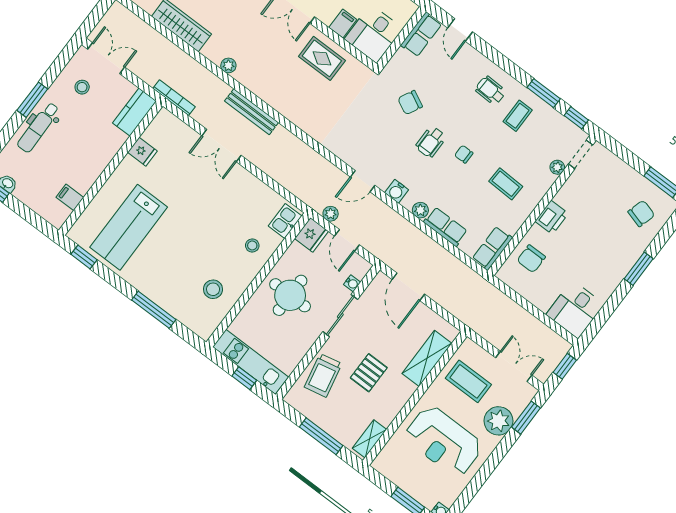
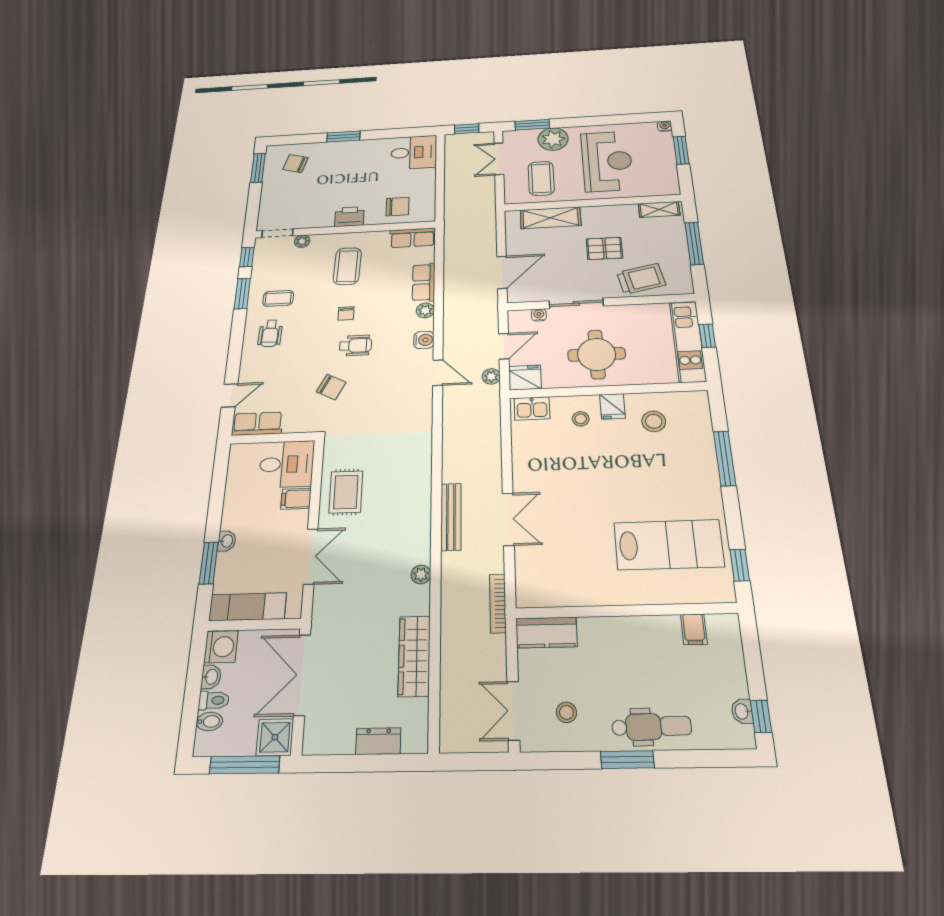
fridge: (142, 152) -> (612, 406), moved, turned 180
coffee table: (506, 184) -> (347, 266), width x1.36, depth x1.30

